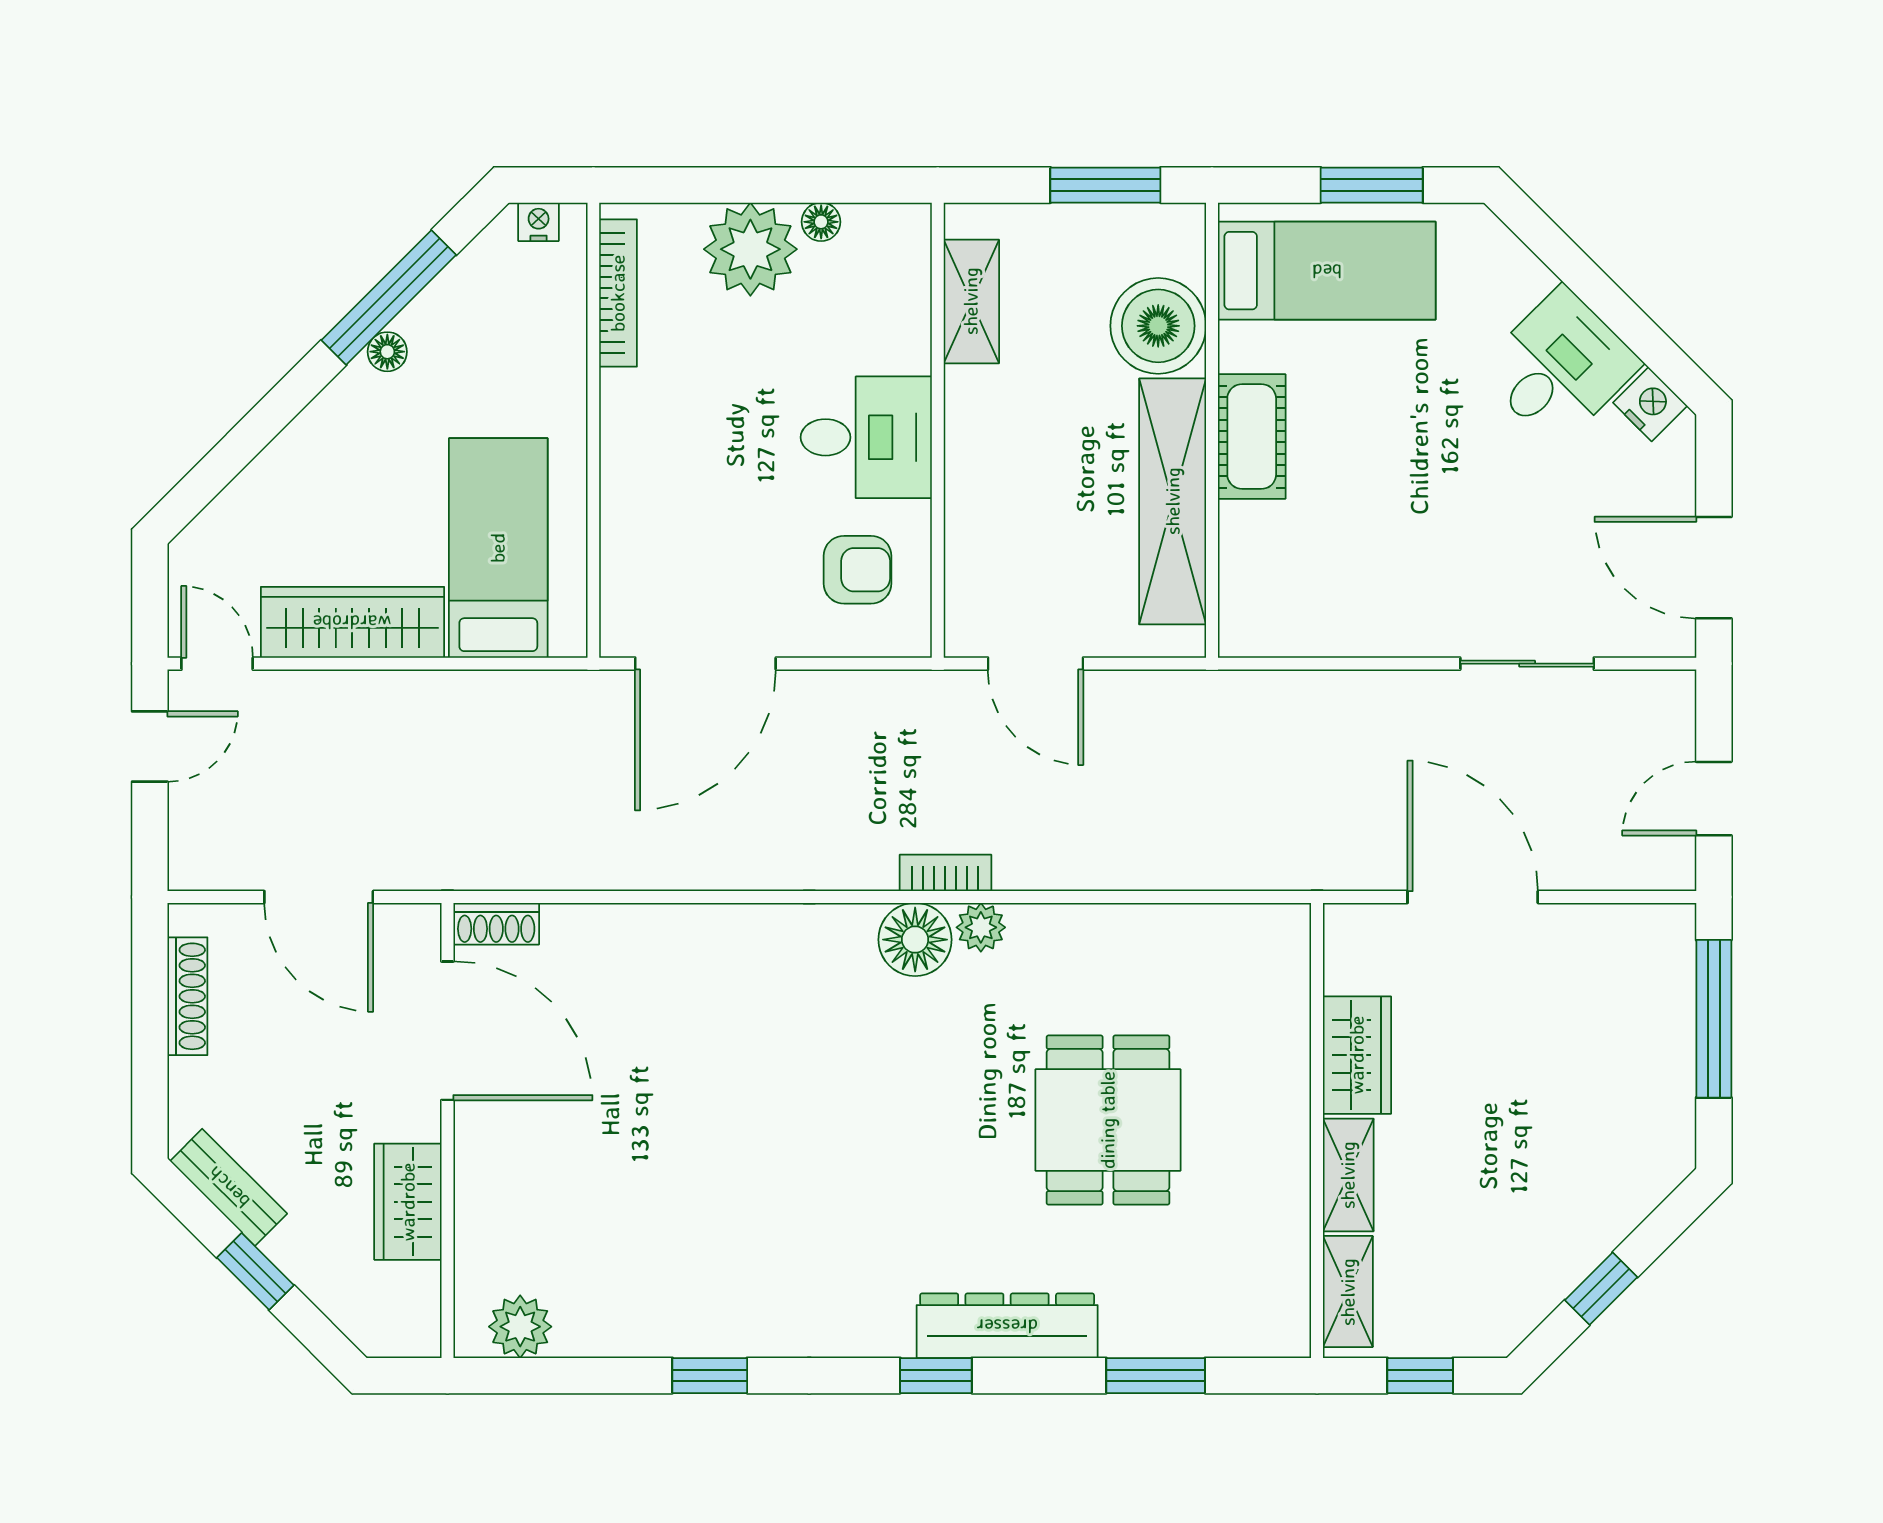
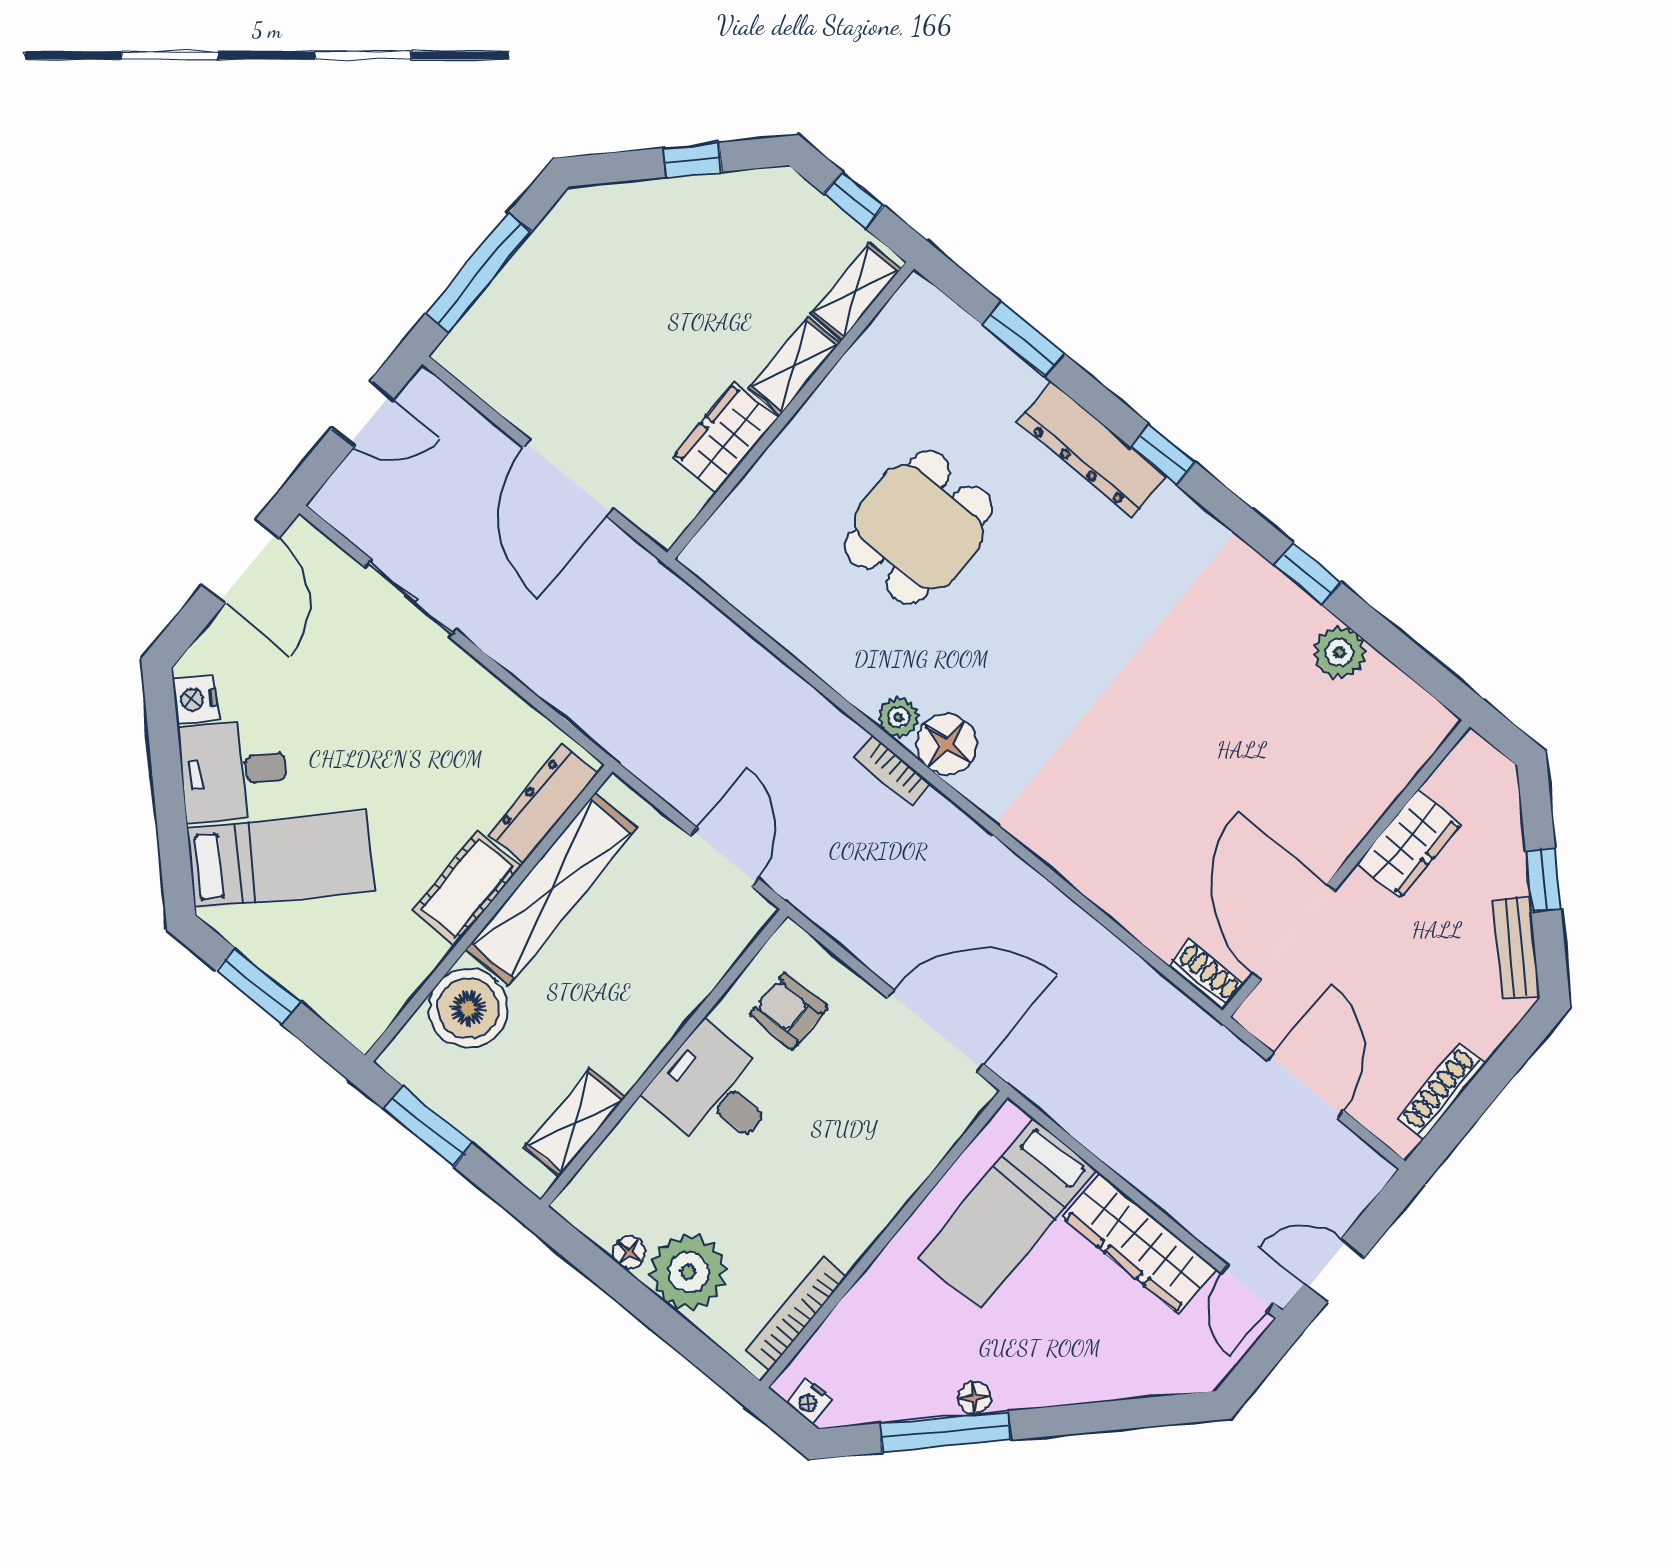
bed: (1327, 271) -> (280, 860), moved, turned 135
dresser: (1246, 575) -> (543, 803), added
plant: (520, 1327) -> (1339, 653), moved

